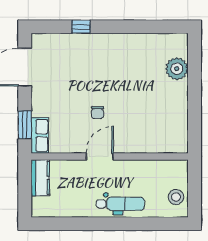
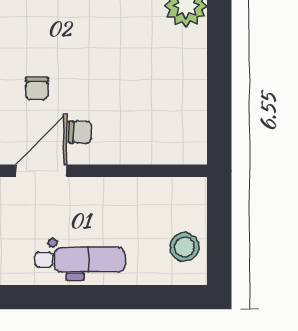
chair: (120, 136) -> (80, 132), added

